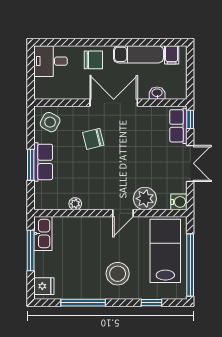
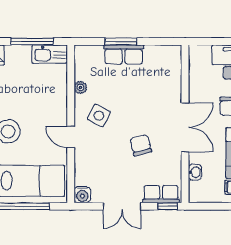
side table: (50, 122) -> (99, 116), moved
chair: (93, 139) -> (141, 145), moved
plant: (145, 199) -> (86, 160), removed

